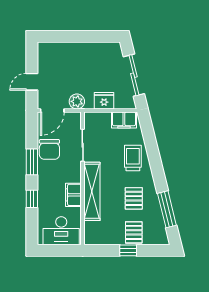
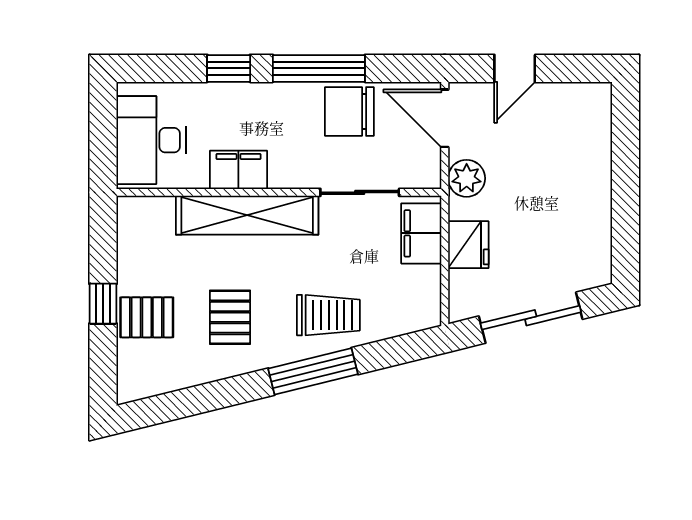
door: (32, 82) -> (515, 68), swing flipped
filing cabinet: (124, 120) -> (421, 233), moved
window: (32, 162) -> (319, 68), width x1.44
pallet: (134, 198) -> (230, 317), turned 90
window: (167, 209) -> (313, 371), moved

